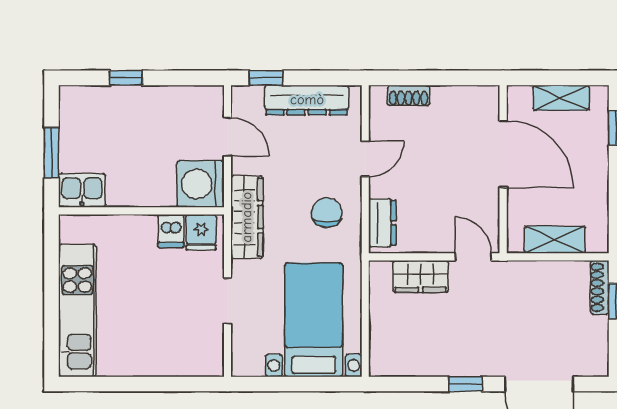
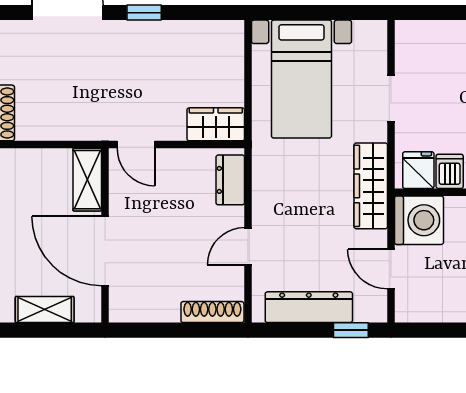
shoe rack: (409, 95) -> (212, 312), width x1.43
chair: (327, 213) -> (288, 190), removed
shelving: (555, 240) -> (87, 180), moved, turned 90
wardrobe: (421, 276) -> (216, 124), moved

